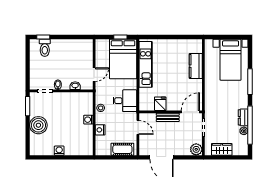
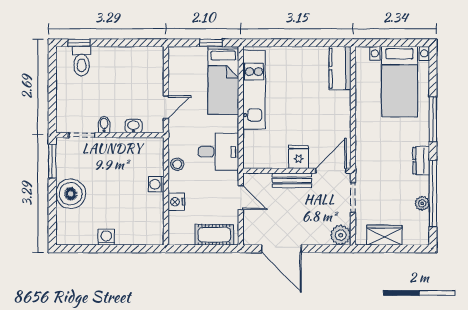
bed: (123, 59) -> (223, 80), width x0.67
kitchen counter: (196, 66) -> (340, 68), moved
fridge: (160, 104) -> (299, 157), moved
dresser: (243, 117) -> (421, 161), moved

